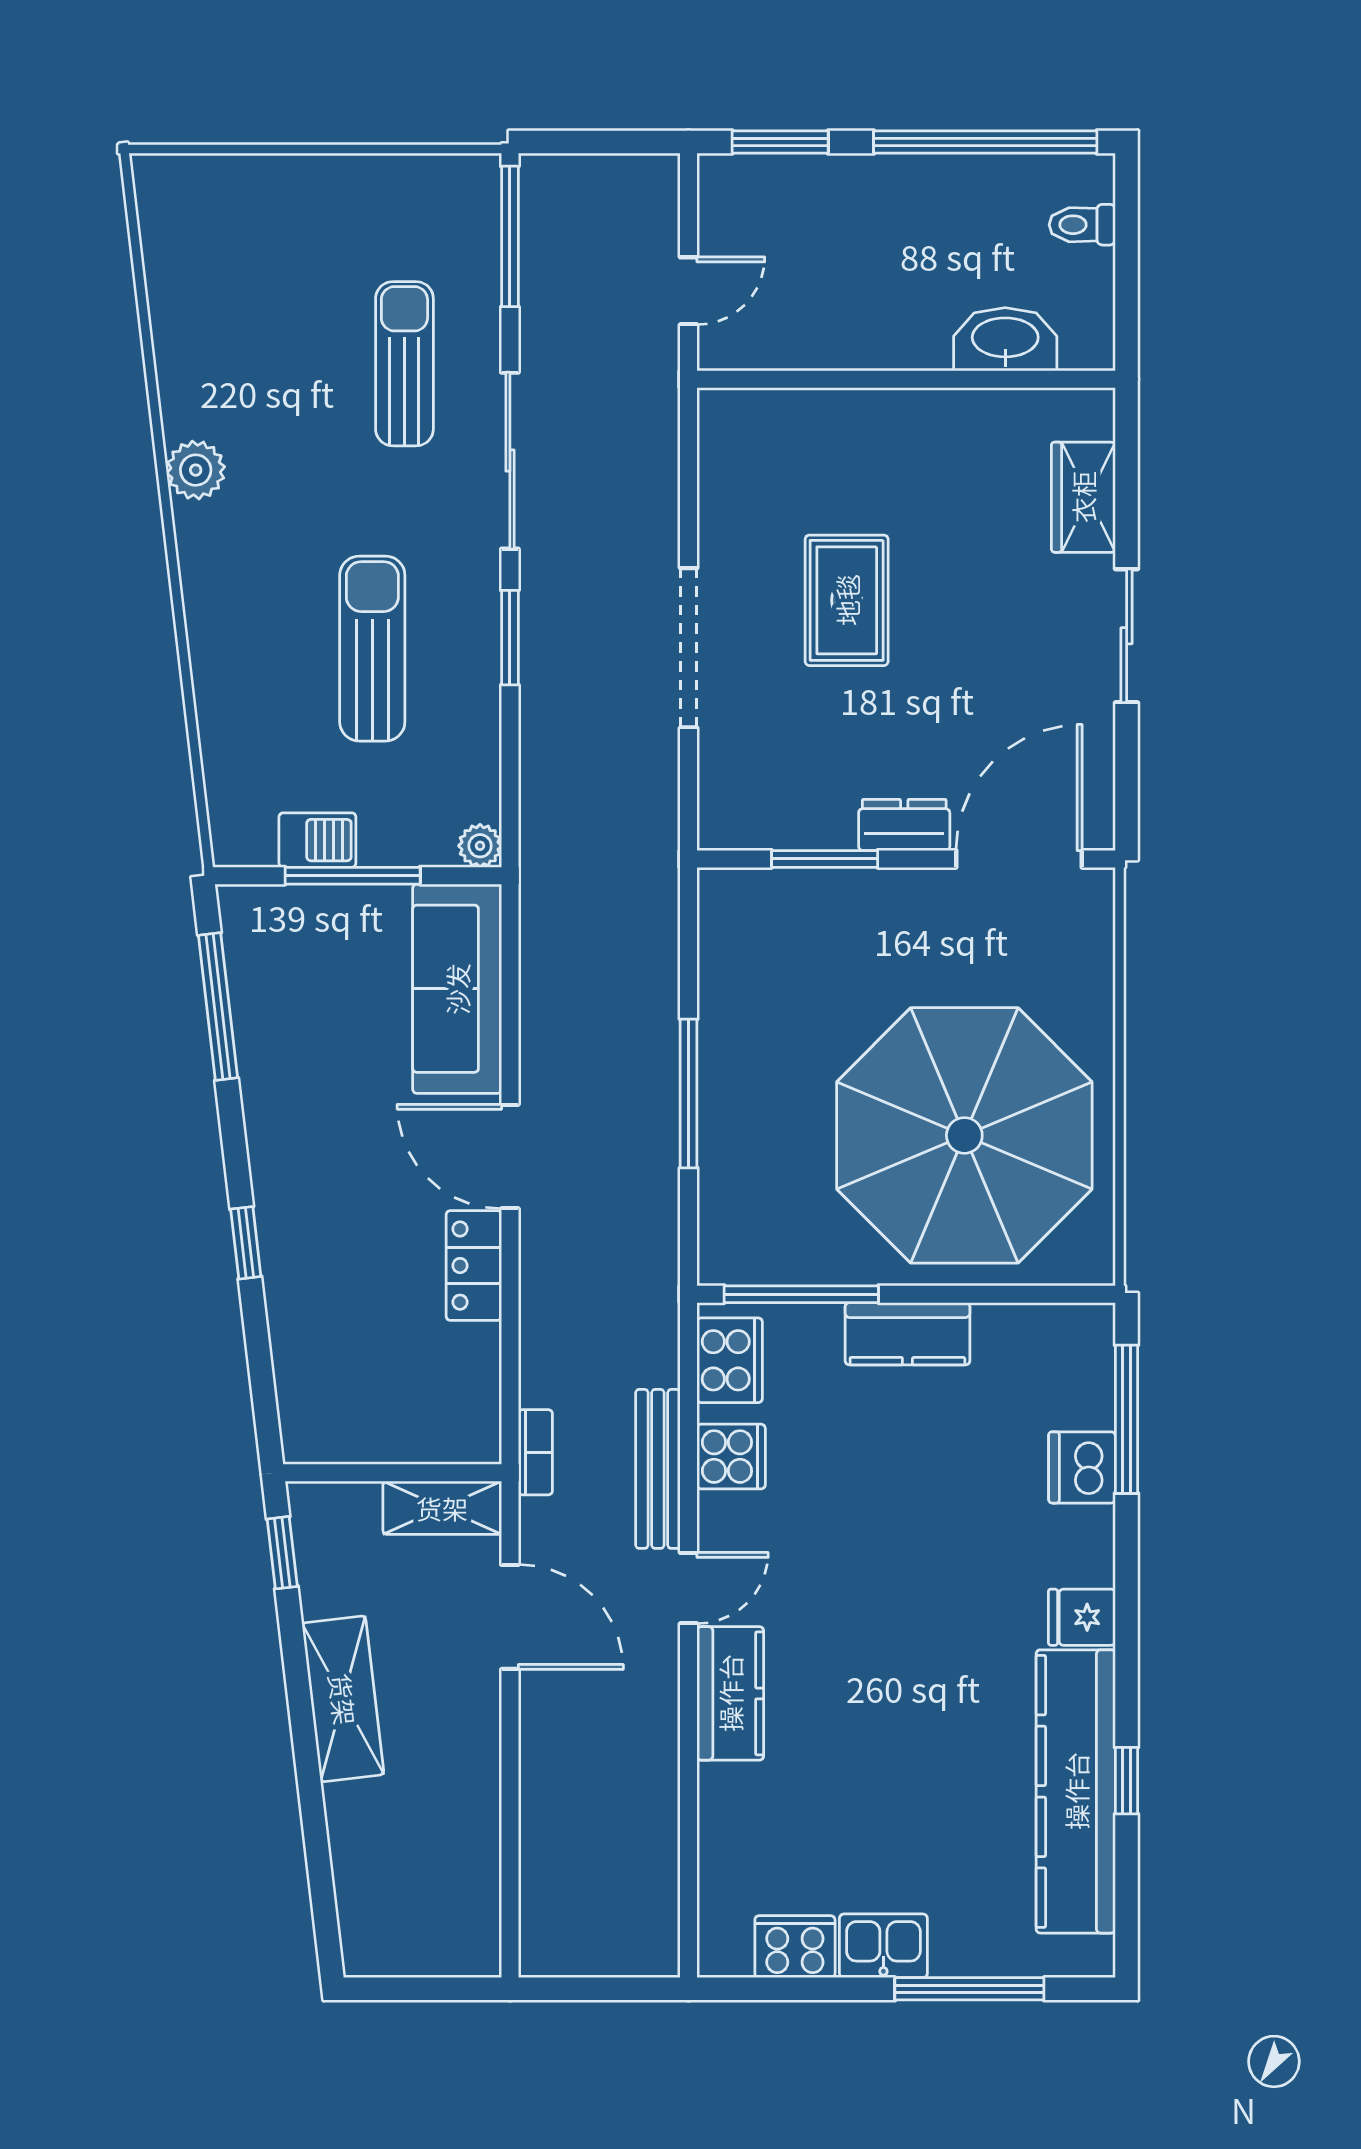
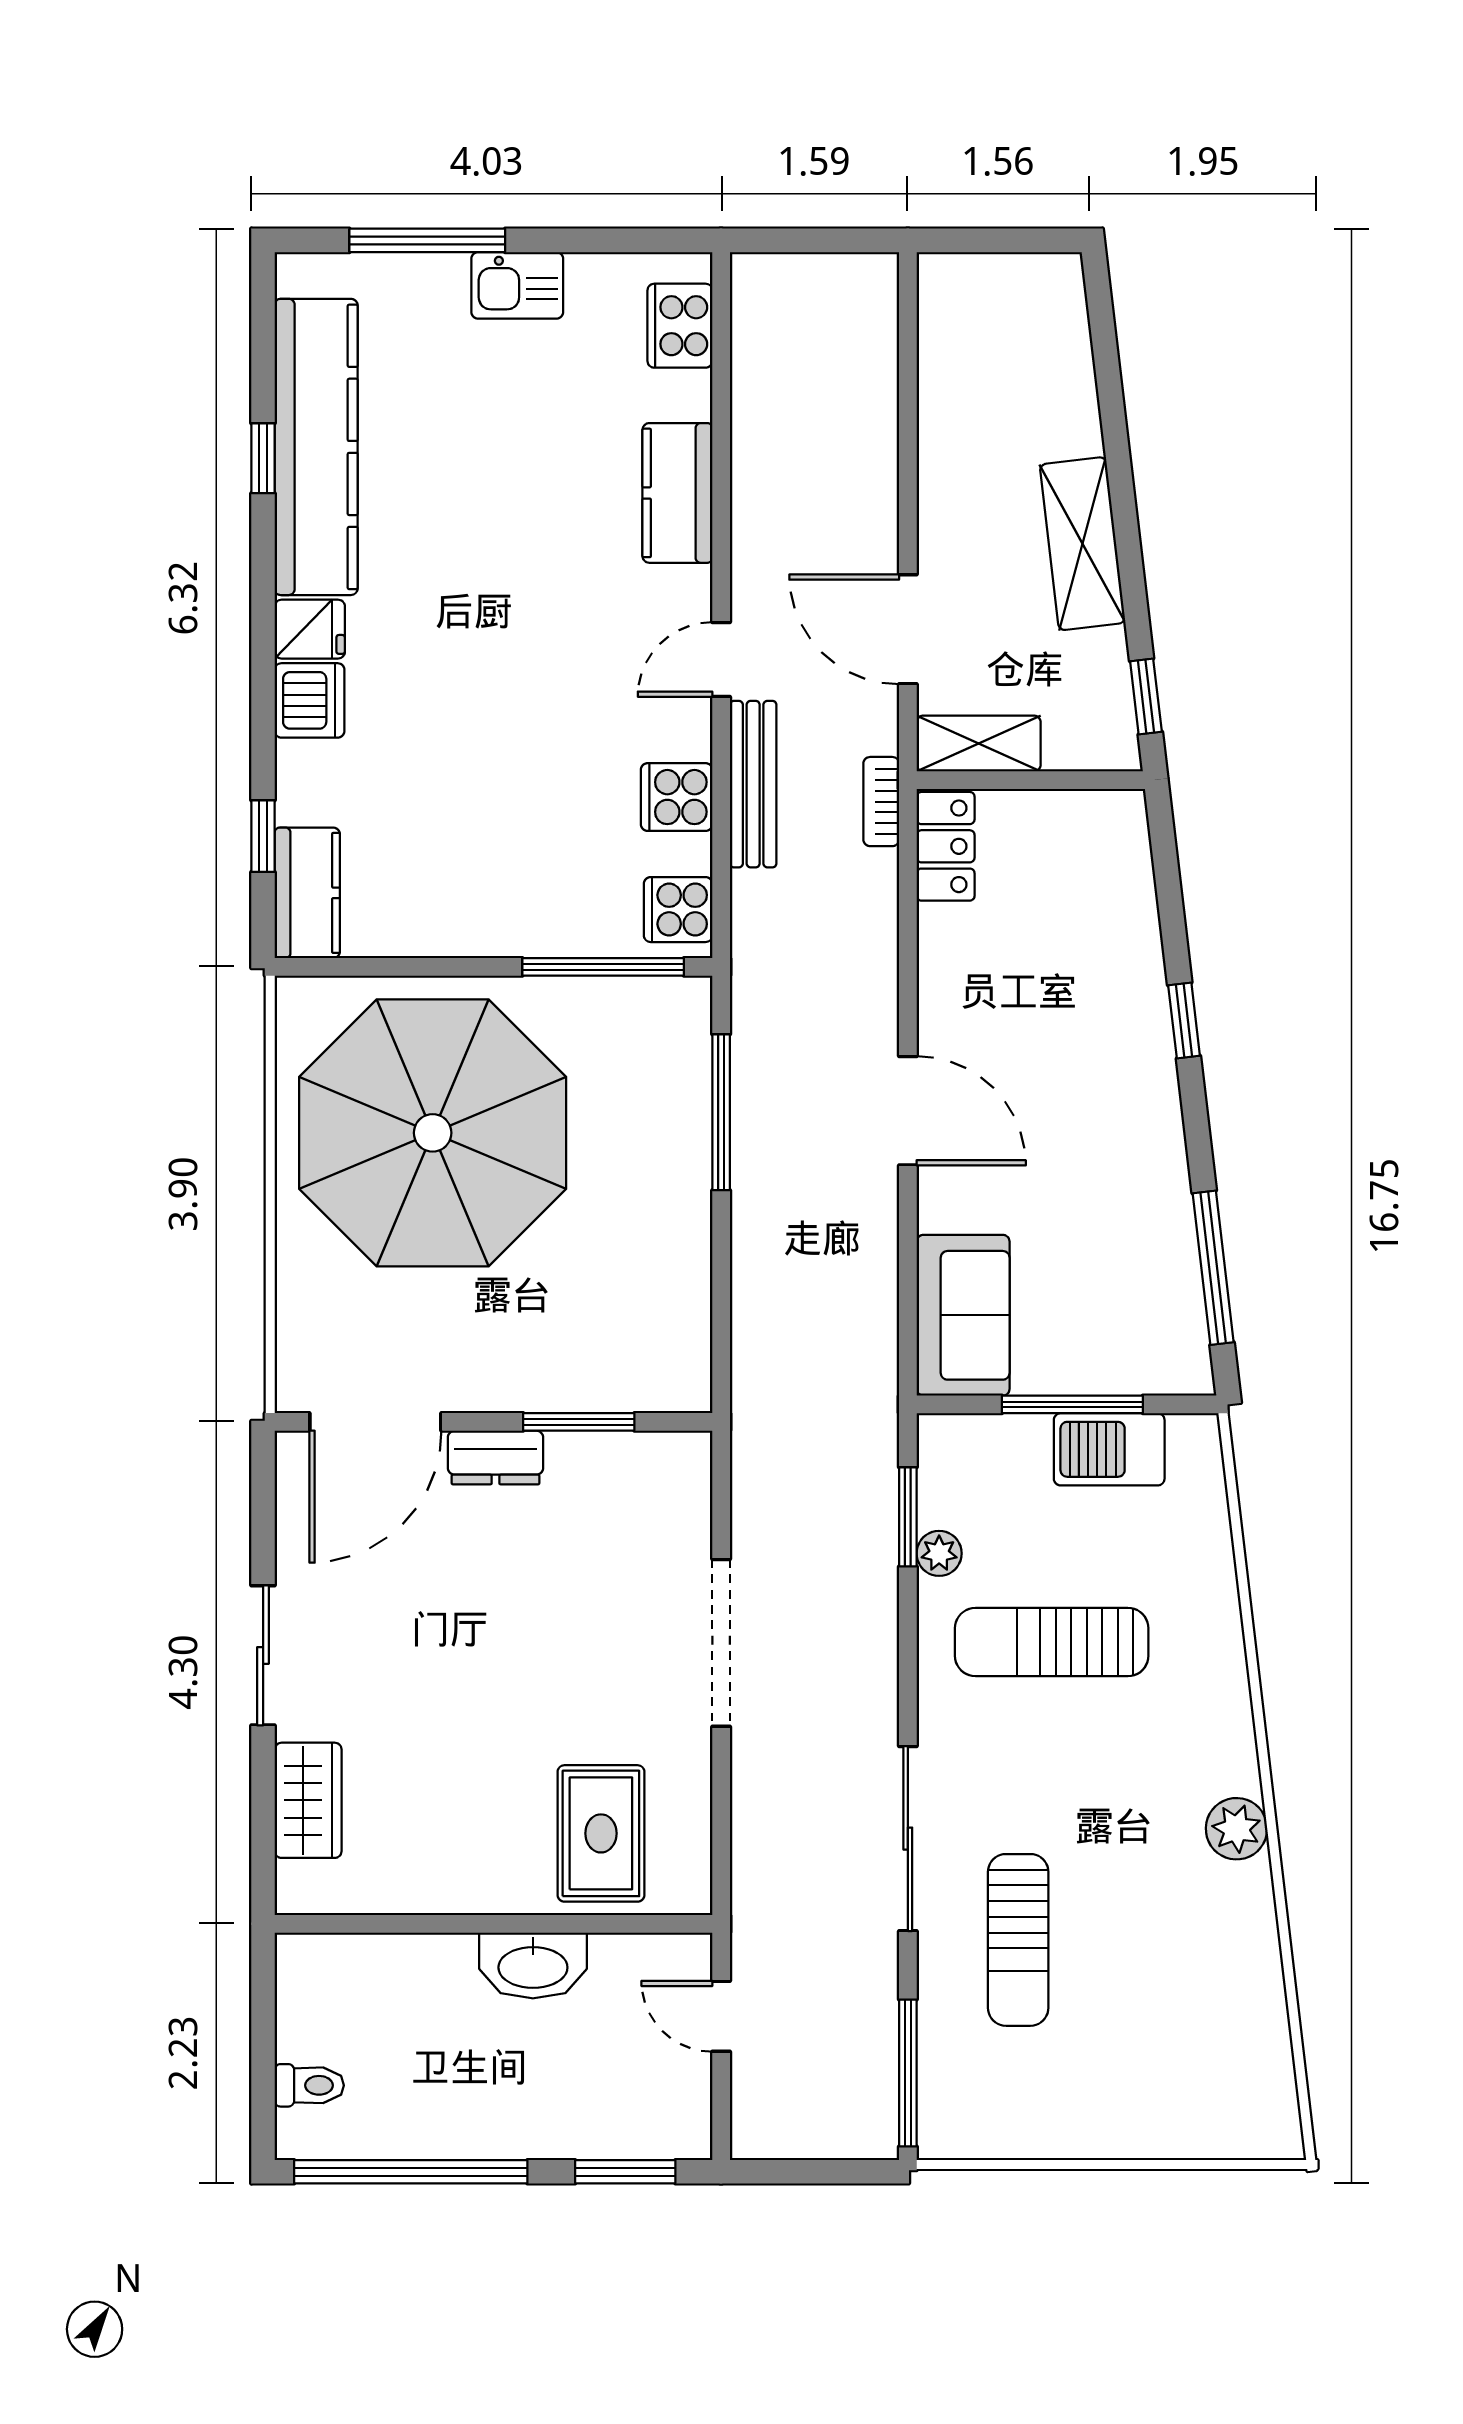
door: (689, 291) -> (721, 2016), hinge flipped
washbasin: (1005, 339) -> (533, 1966), moved
rug: (847, 600) -> (601, 1833), moved
window: (510, 638) -> (908, 1517), moved
sun lounger: (372, 649) -> (1052, 1642), turned 90
barbecue: (317, 840) -> (1109, 1449), width x1.38, depth x1.27
plant: (480, 846) -> (939, 1553), moved
sofa: (457, 989) -> (963, 1315), width x0.73
window: (689, 1094) -> (721, 1112), moved
locker: (474, 1266) -> (946, 846), moved
kitchen counter: (907, 1334) -> (307, 893), moved, turned 90
cooker: (730, 1360) -> (678, 910), width x0.73
window: (1127, 1419) -> (263, 836), width x0.46
dishwasher: (1082, 1467) -> (310, 700), moved
kitchen counter: (730, 1693) -> (677, 493), moved
cooker: (795, 1947) -> (680, 326), moved, turned 90

